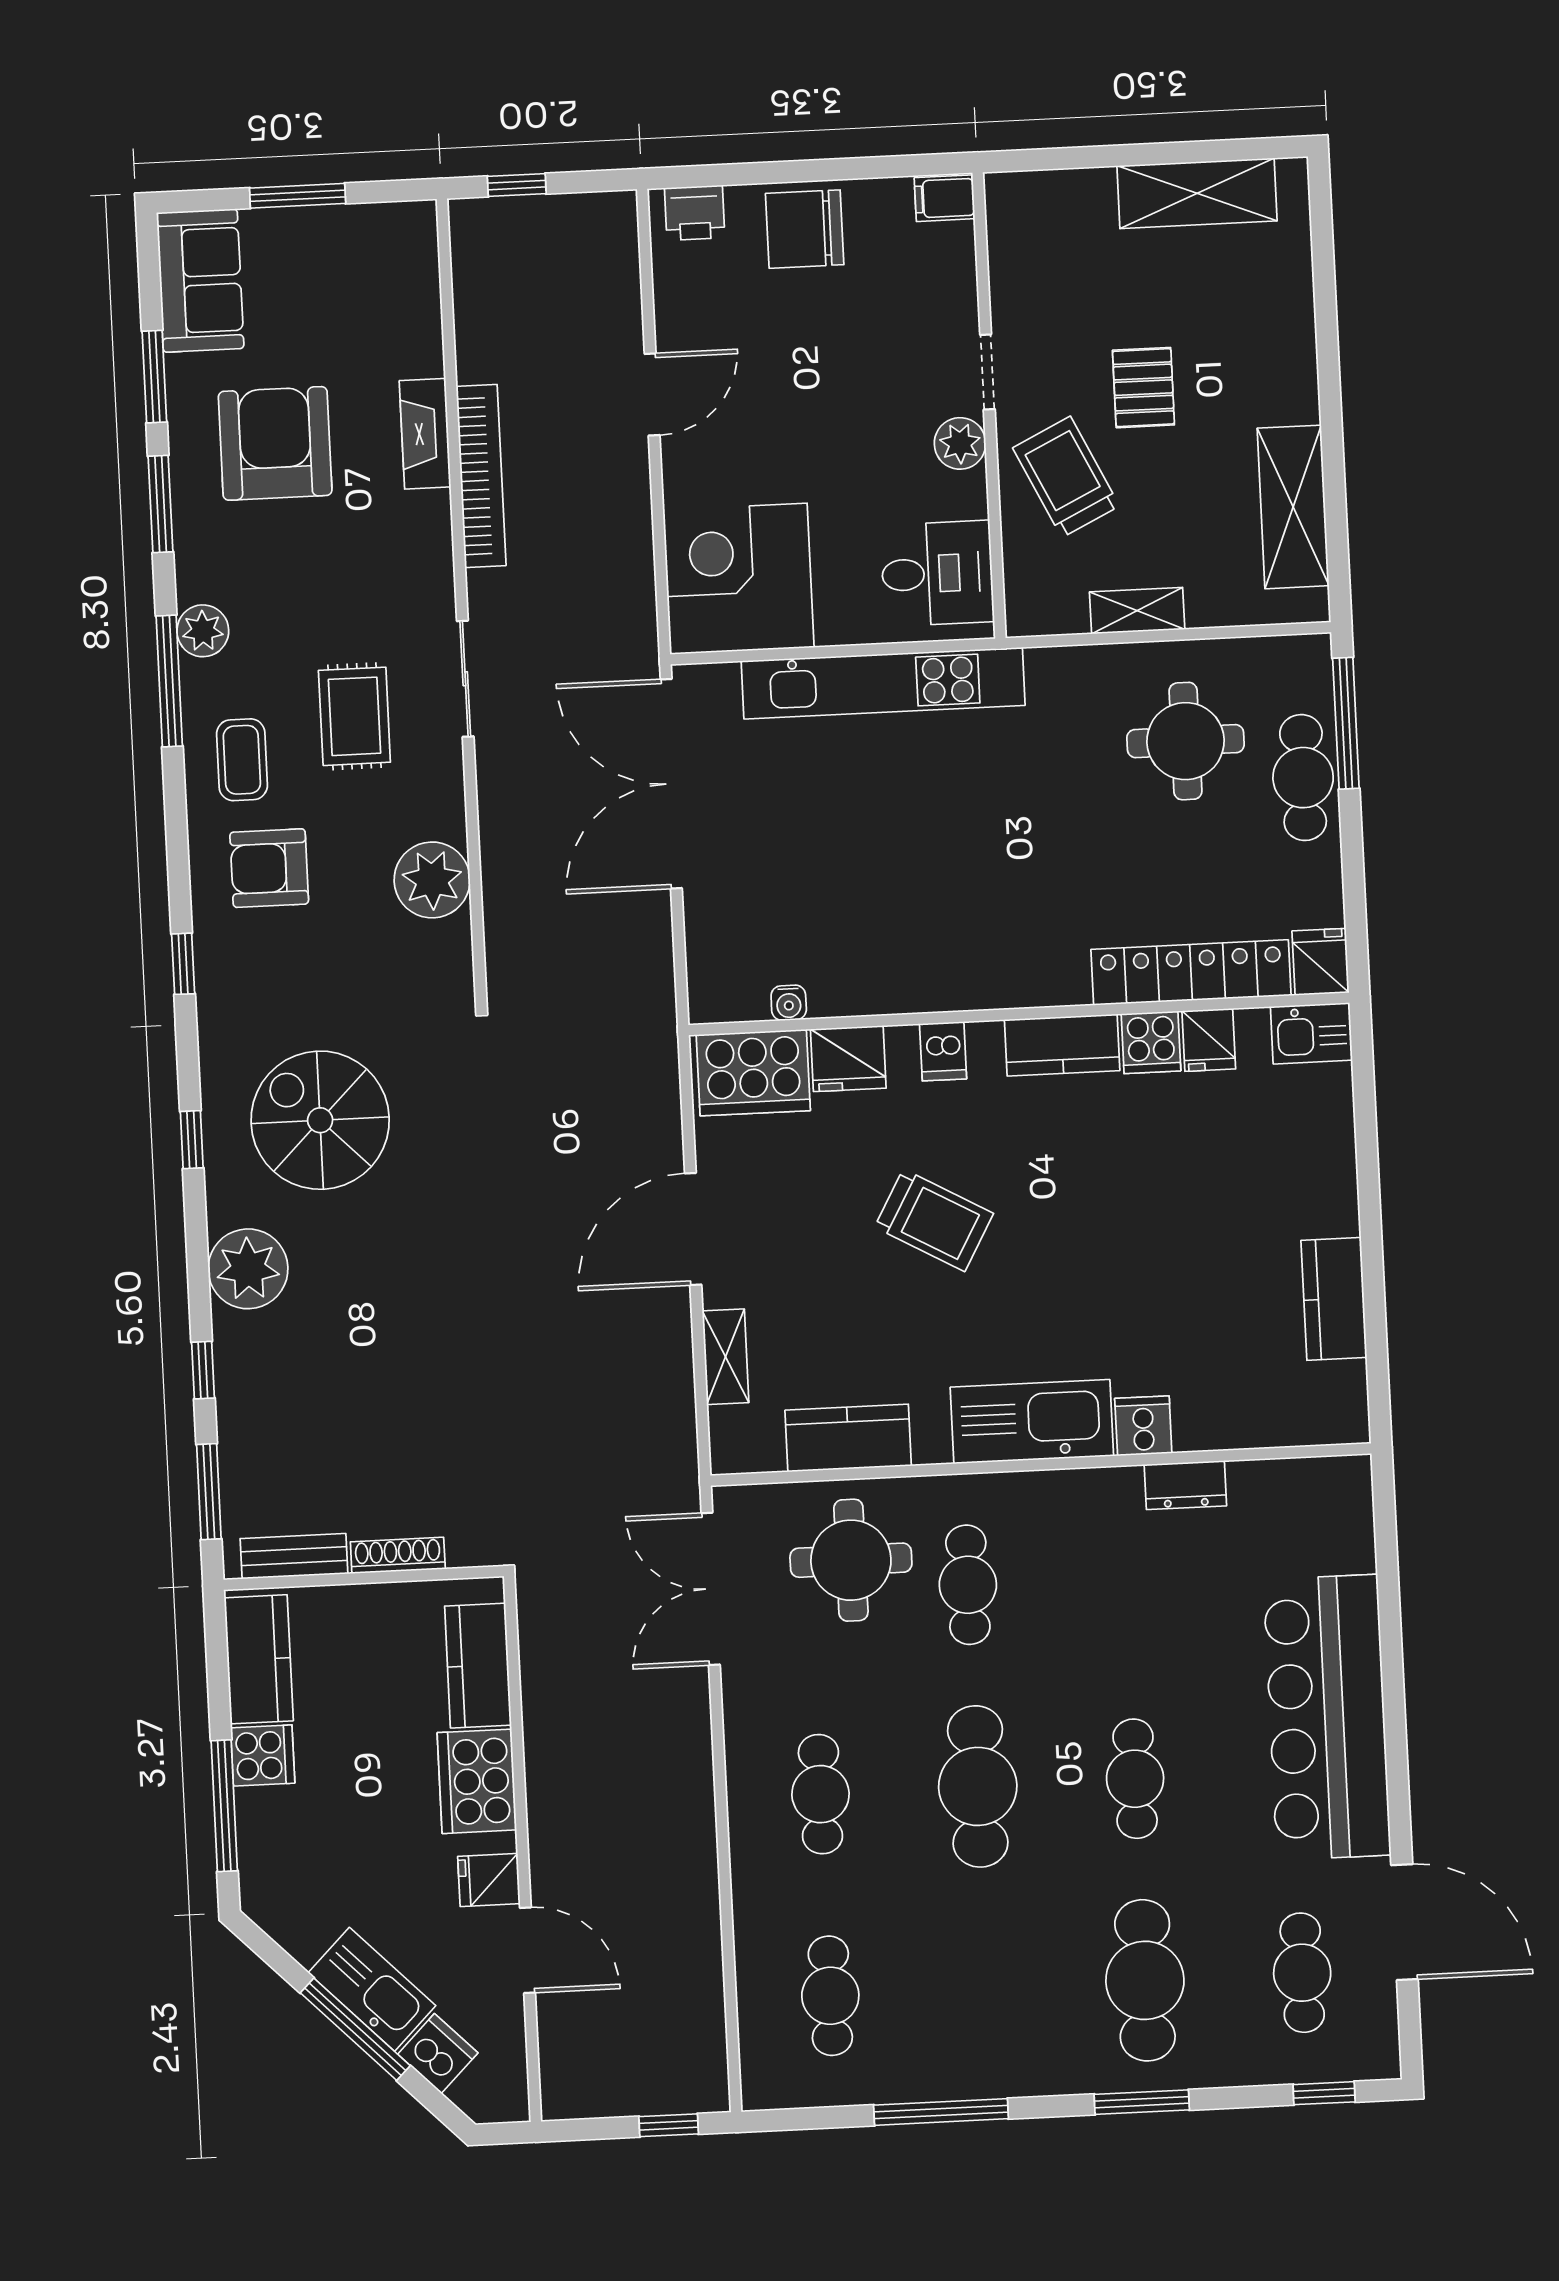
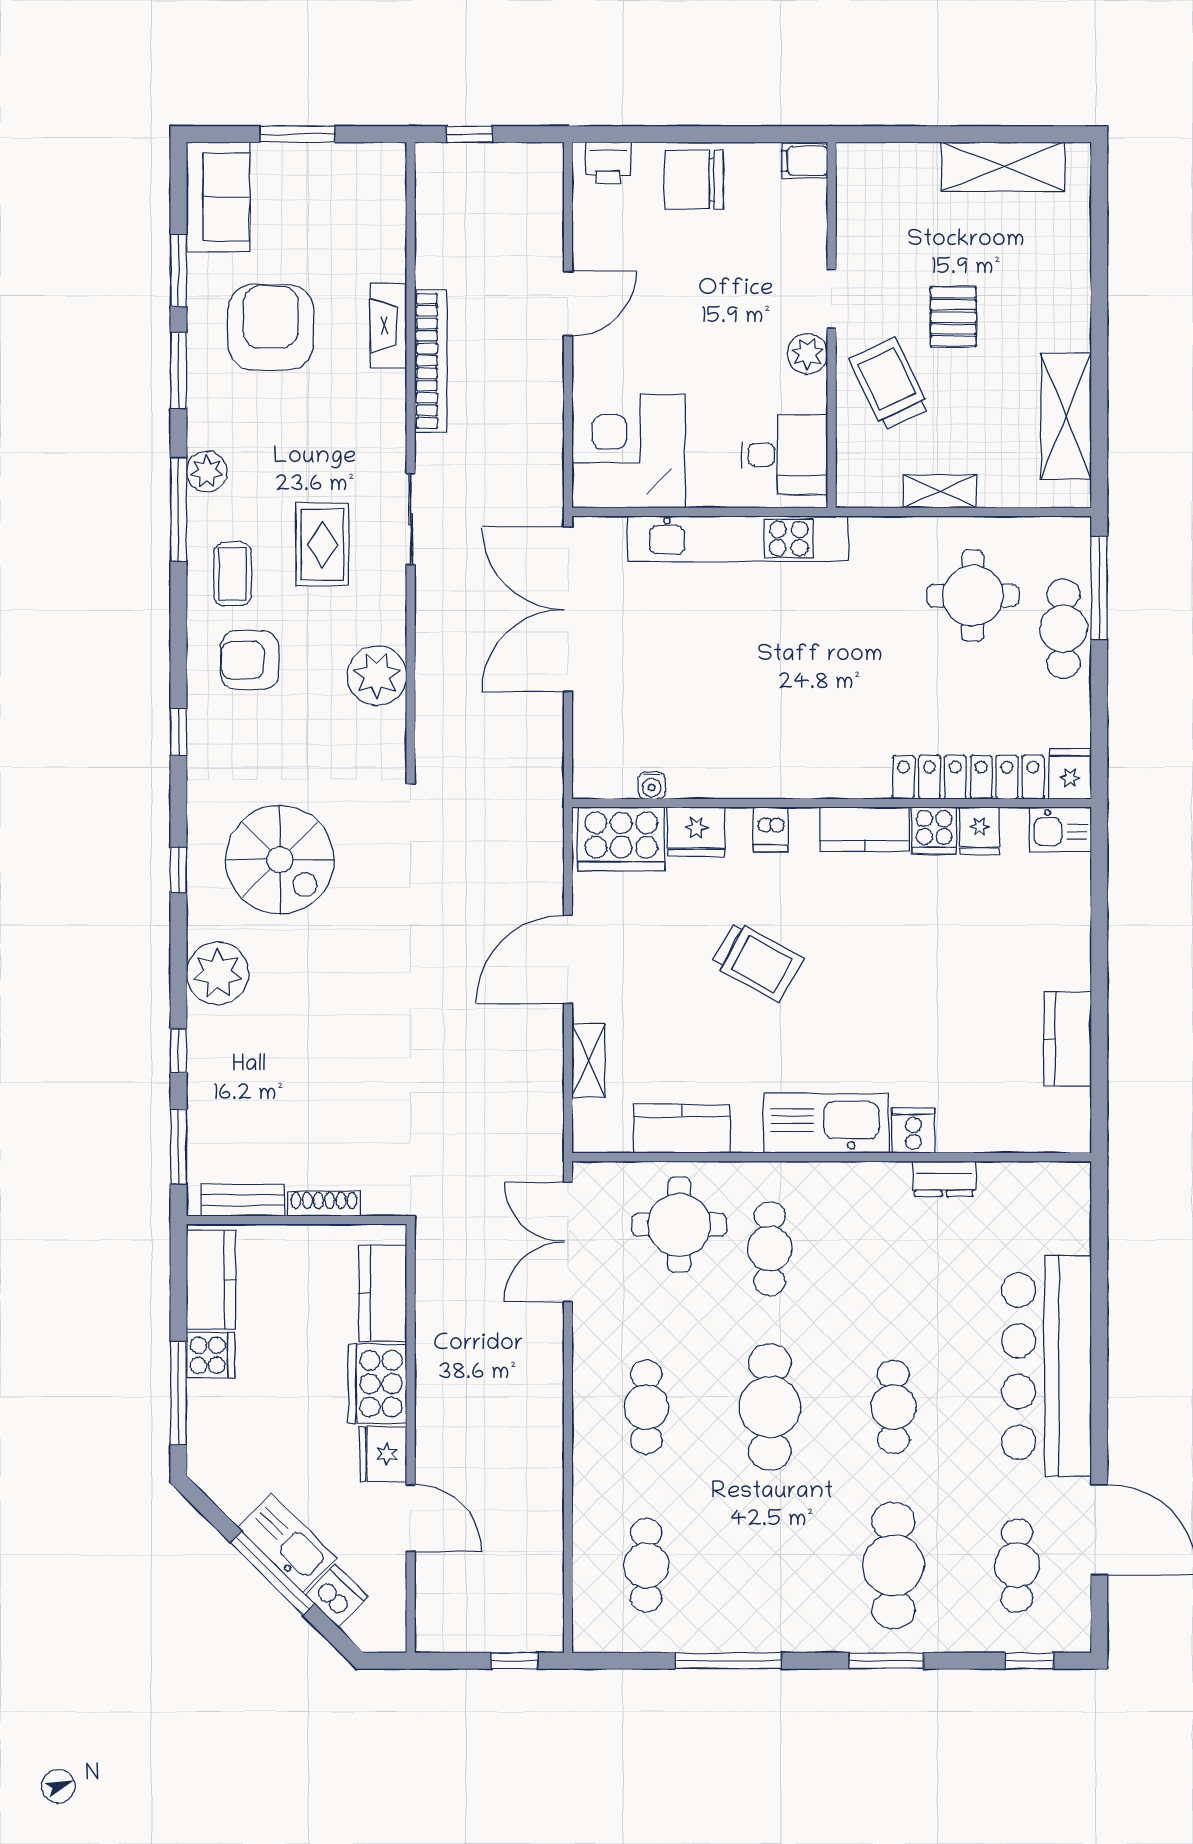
spiral stairs: (320, 1120) -> (280, 860), turned 180
fridge: (489, 1880) -> (383, 1454), width x1.38

